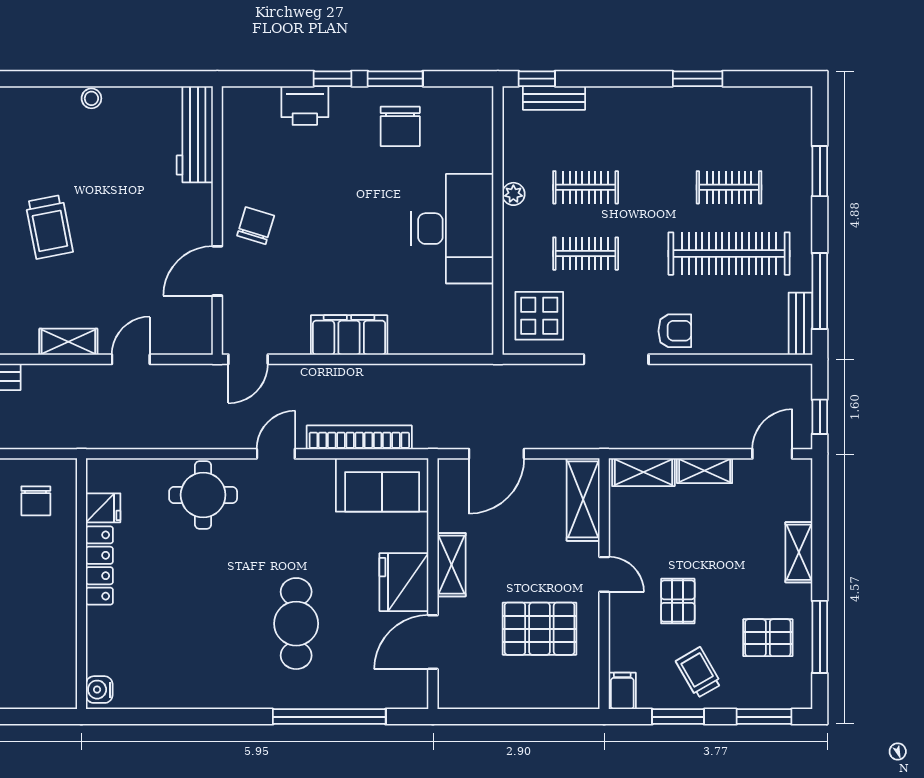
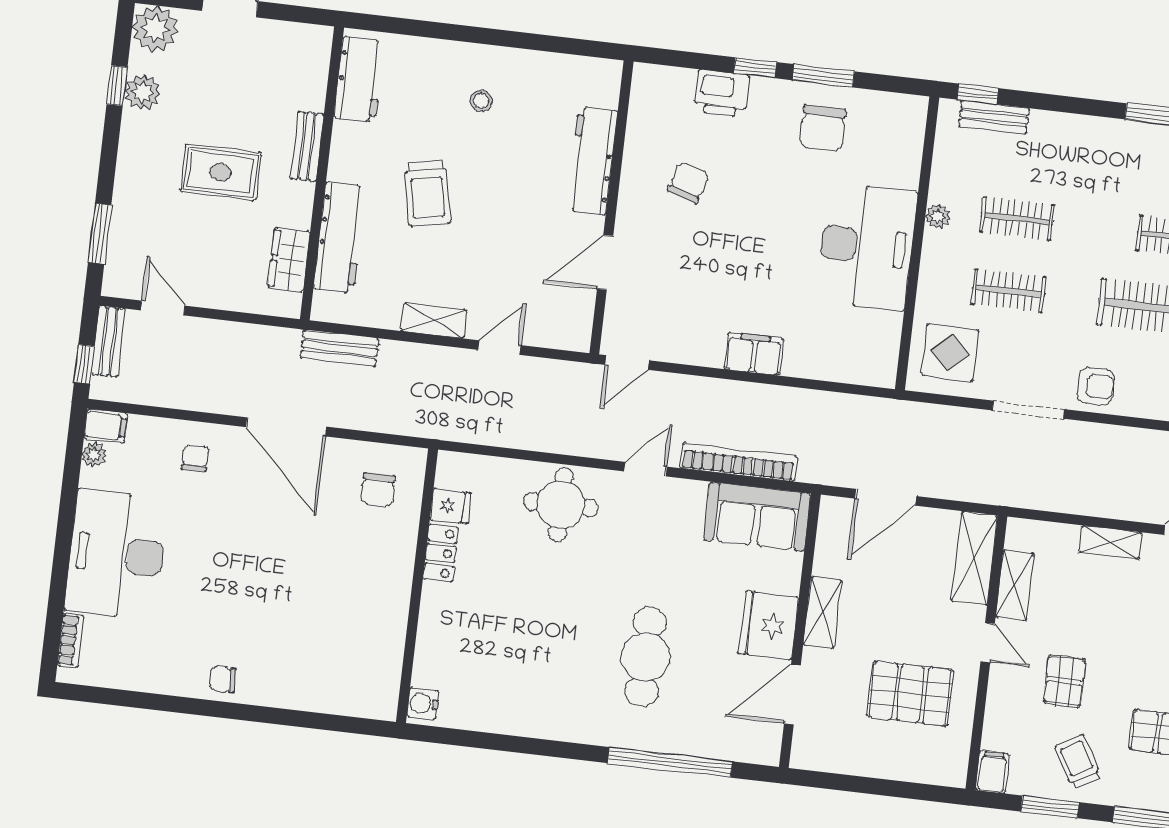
stool: (91, 98) -> (481, 101), moved
workbench: (195, 134) -> (592, 161), moved
chair: (256, 226) -> (688, 183), moved
filing cabinet: (349, 335) -> (754, 354), width x0.67, depth x0.86
shelving: (643, 472) -> (1015, 585), moved, turned 90
locker: (99, 565) -> (441, 553), width x0.66

